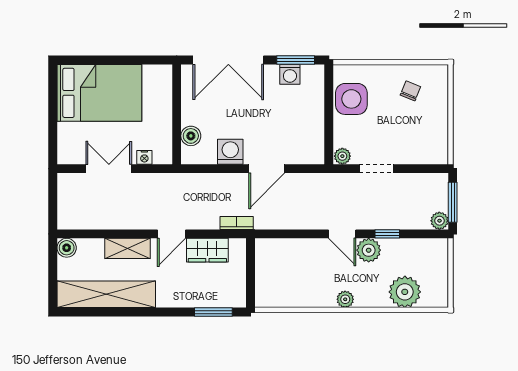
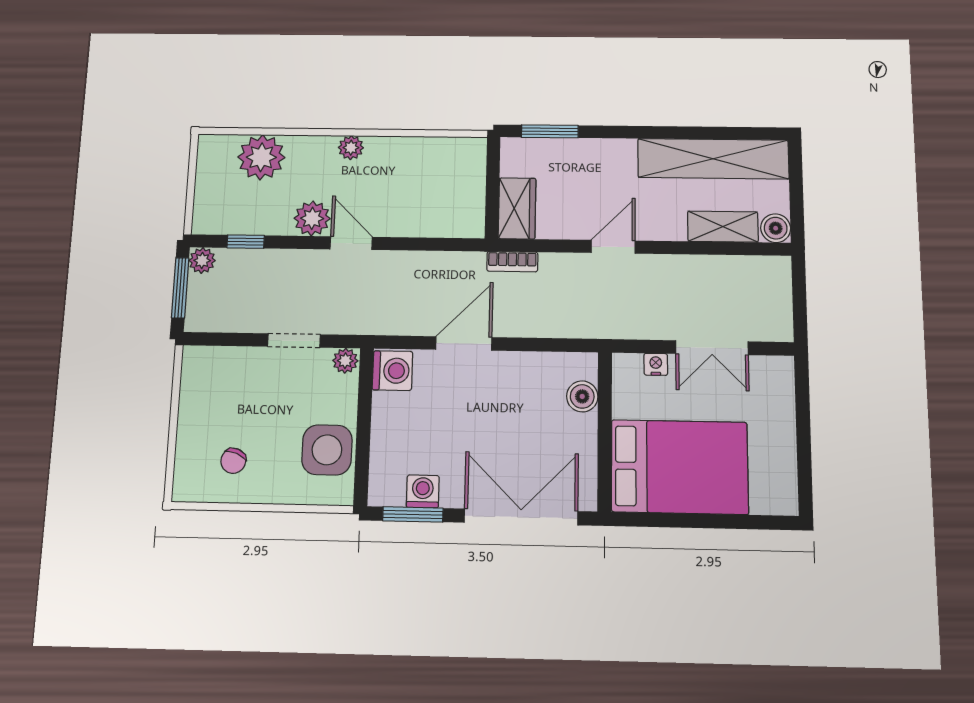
bed: (99, 93) -> (680, 467), moved, turned 180
washing machine: (230, 152) -> (392, 371), moved, turned -90
window: (387, 234) -> (246, 242), moved
shelving: (128, 248) -> (723, 227), moved
wardrobe: (207, 250) -> (517, 208), moved, turned 90

